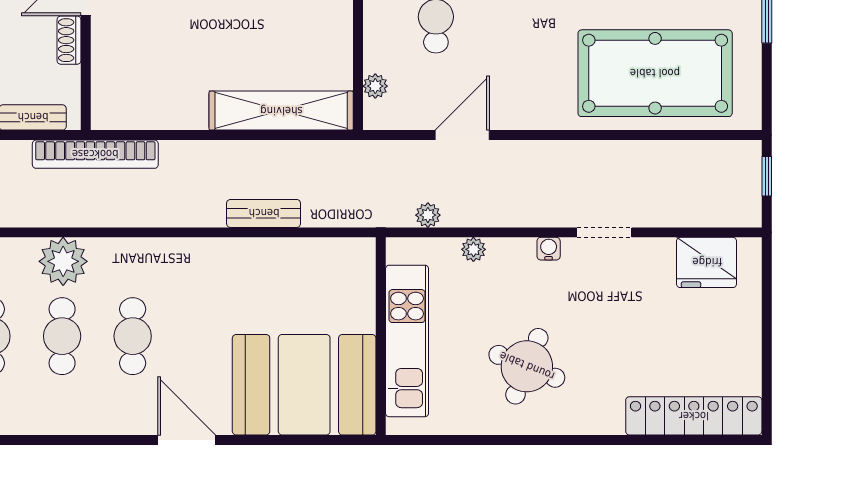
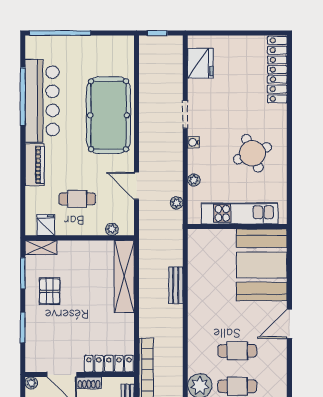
pool table: (655, 73) -> (108, 115), moved
locker: (107, 80) -> (109, 364), added
round table: (527, 366) -> (252, 153), turned 45

